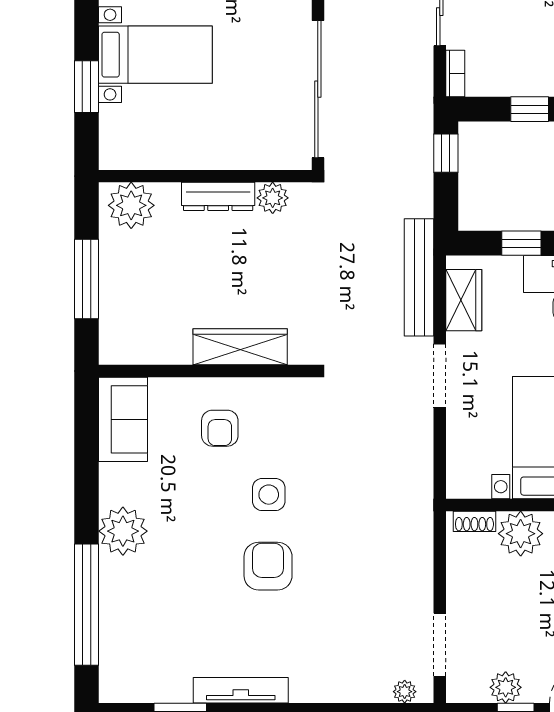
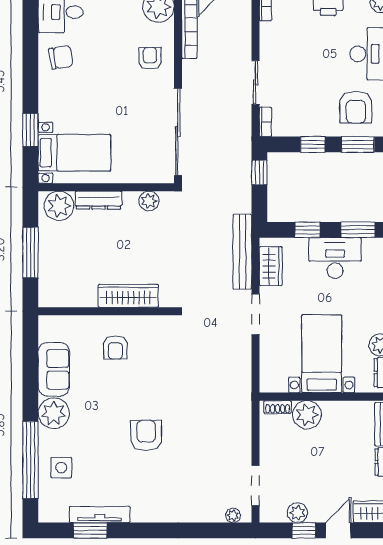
bed with nightstands: (155, 55) -> (74, 153), moved
dresser: (218, 196) -> (98, 200), moved
sofa: (123, 419) -> (54, 369), moved
side table: (269, 495) -> (61, 468), moved
tv unit: (241, 690) -> (100, 515), moved

